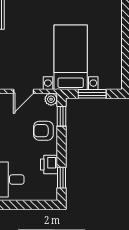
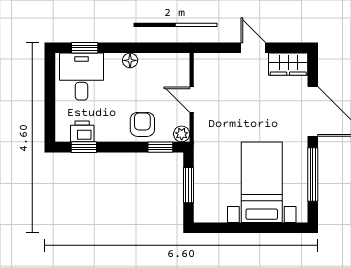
bed with nightstands: (71, 57) -> (262, 182), moved, turned -90
printer: (49, 165) -> (82, 131), moved

